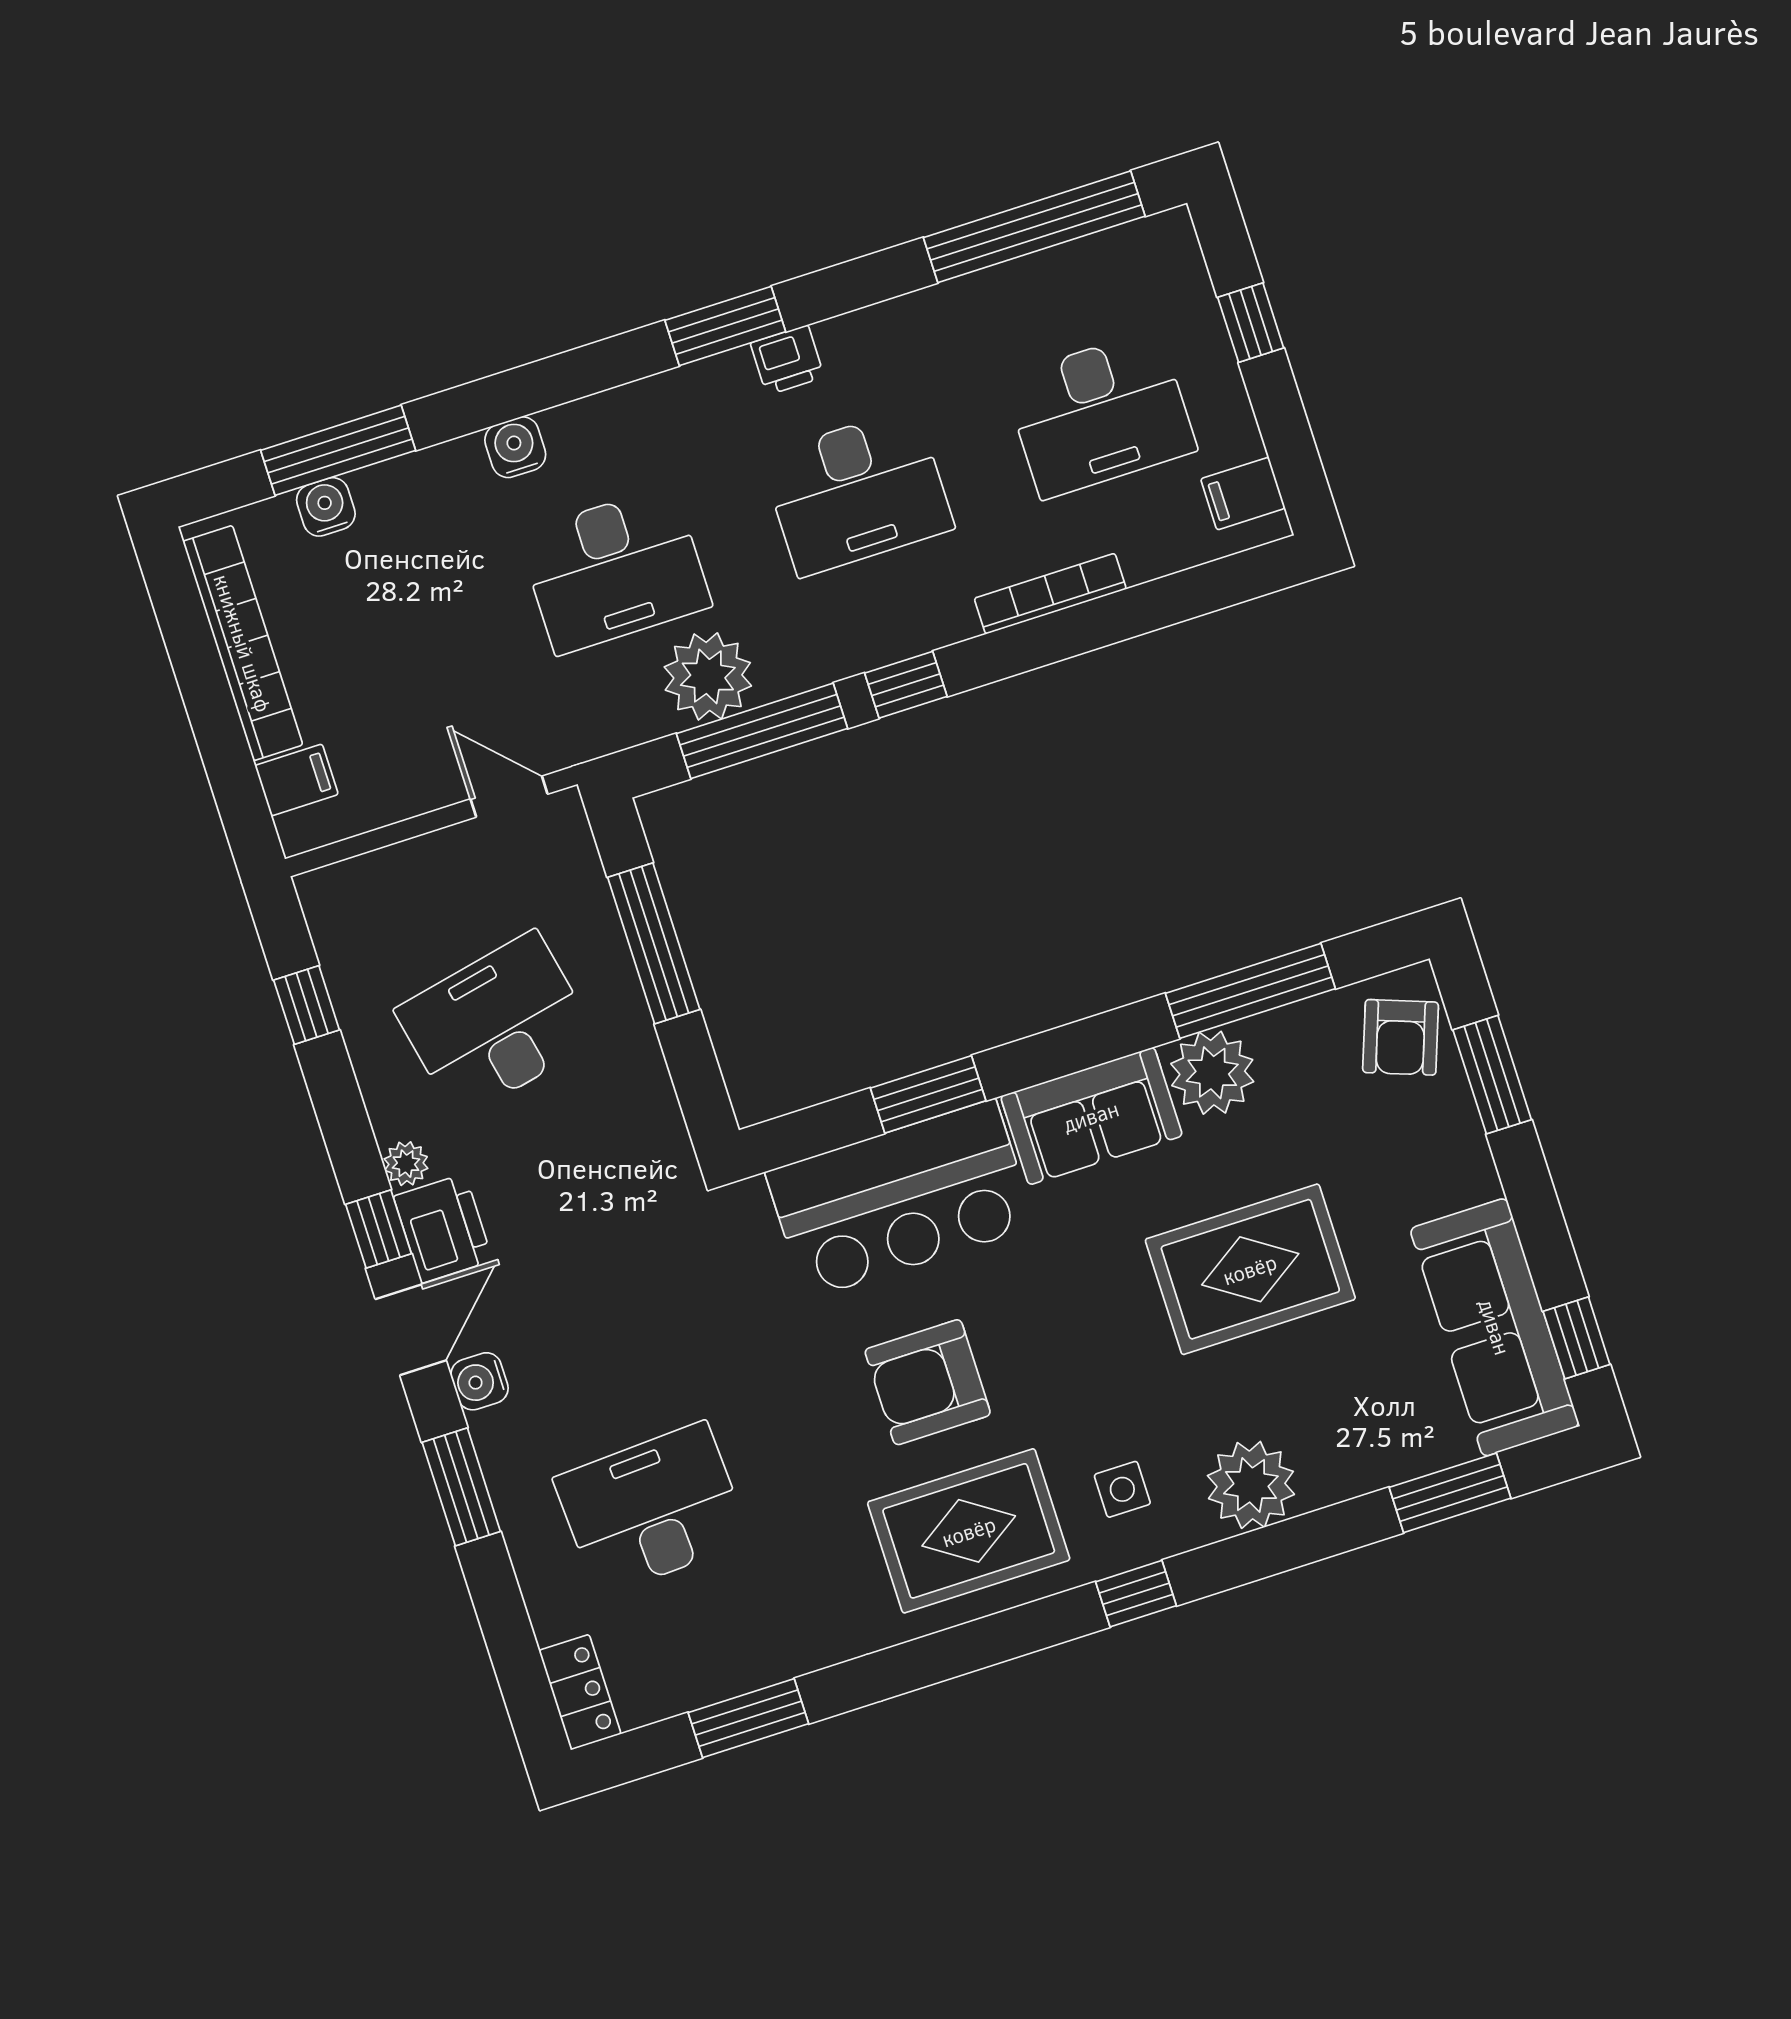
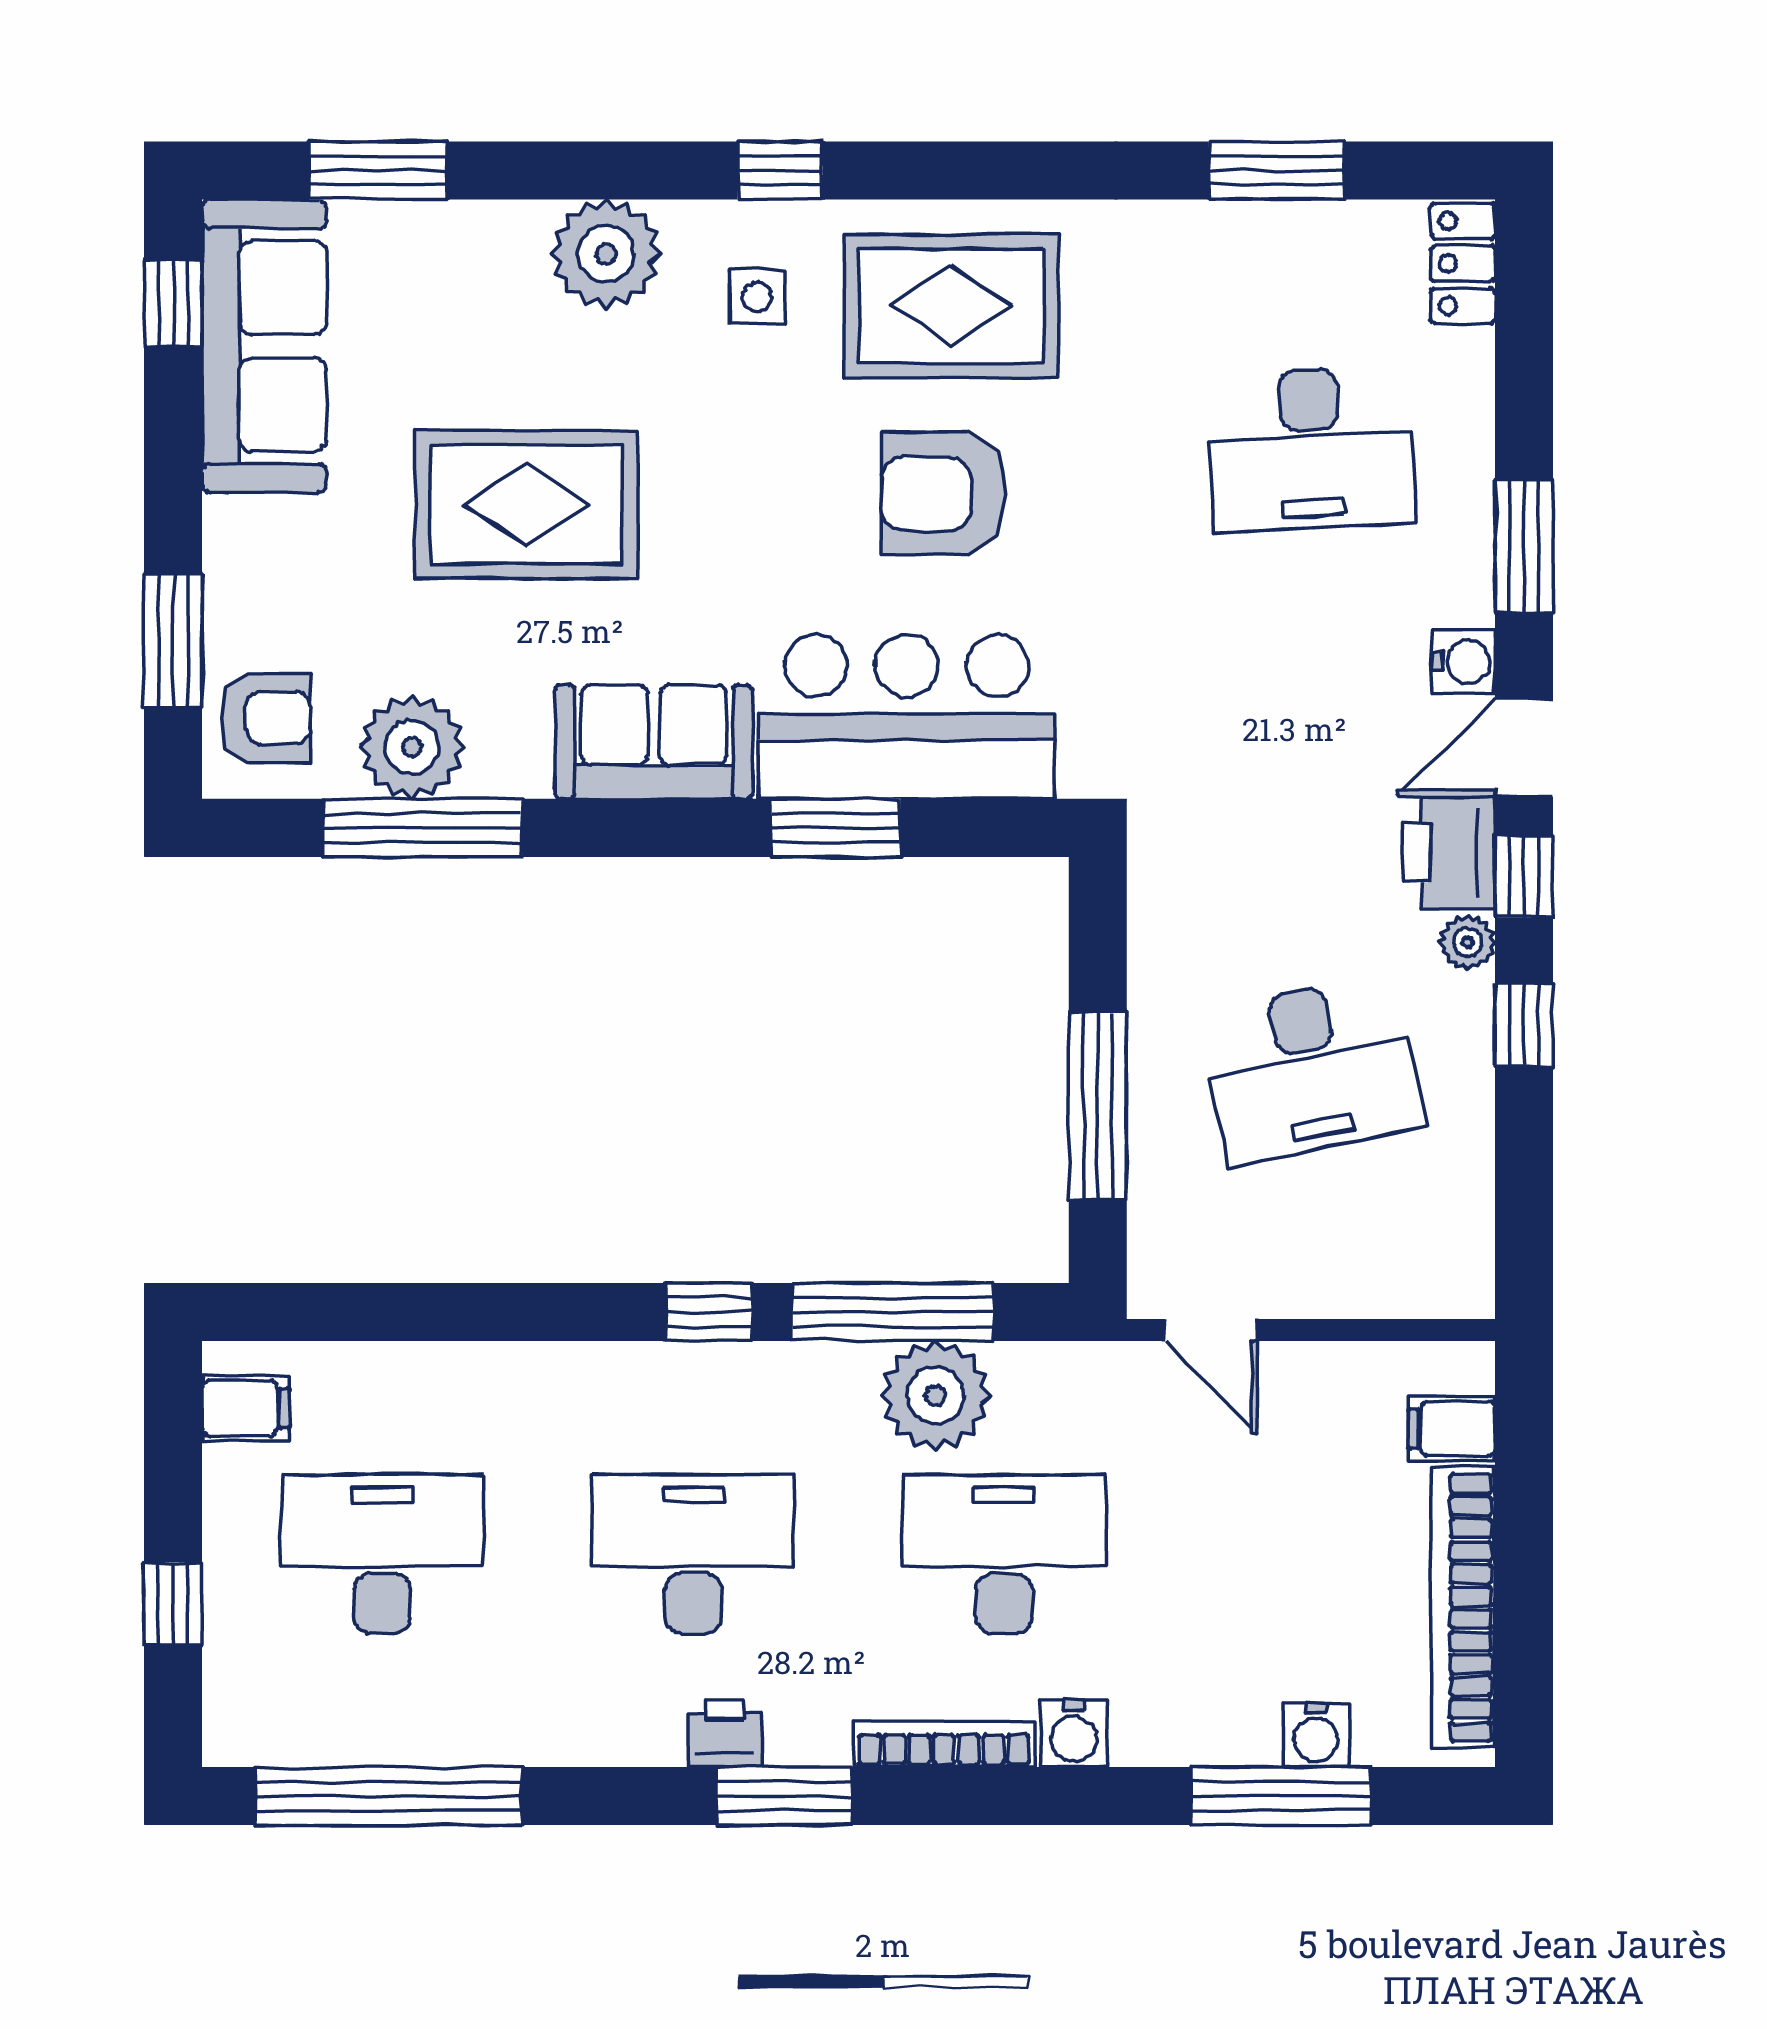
bookcase: (1050, 594) -> (944, 1744), moved, turned 180
window: (307, 1005) -> (1524, 1025), moved
armchair: (1401, 1037) -> (265, 718), turned 70
plant: (1212, 1073) -> (412, 747), moved
armchair: (928, 1382) -> (943, 494), turned 180

